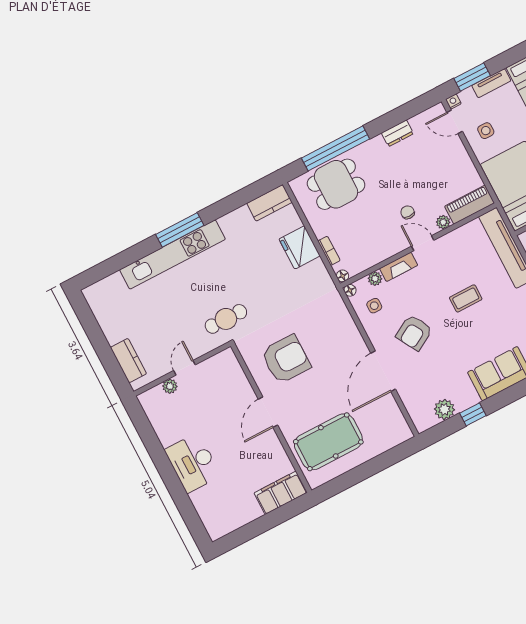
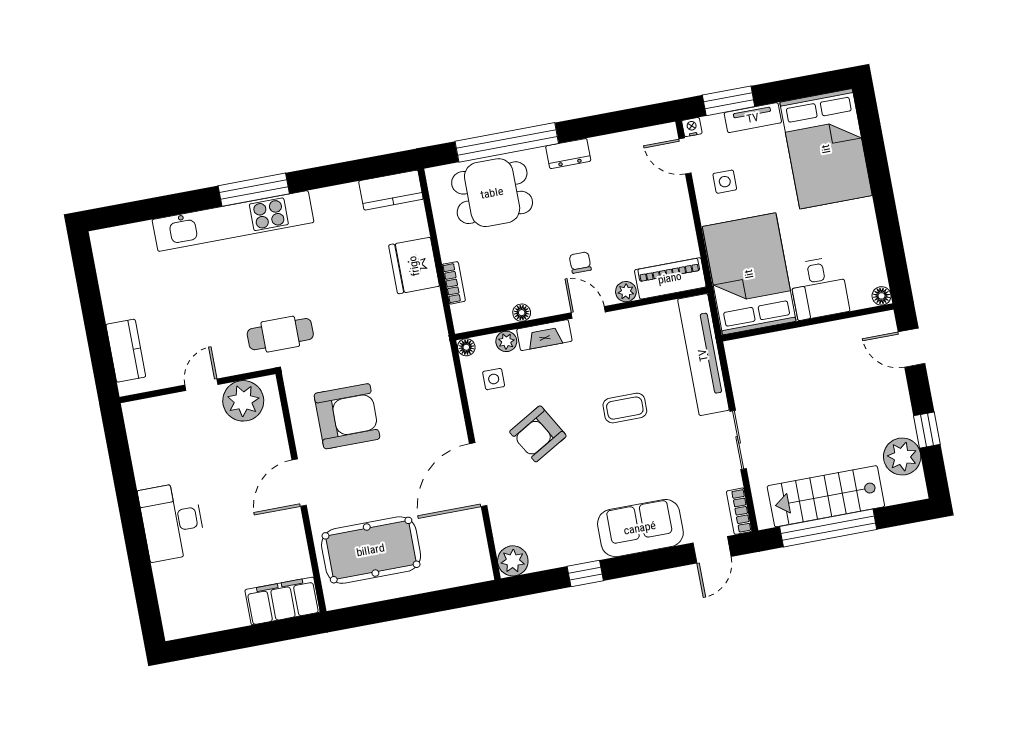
dresser: (398, 133) -> (568, 154), moved
floor lamp: (343, 276) -> (522, 313), moved
plant: (170, 386) -> (243, 401), moved, width x1.88, depth x1.88
plant: (444, 409) -> (513, 561), moved

